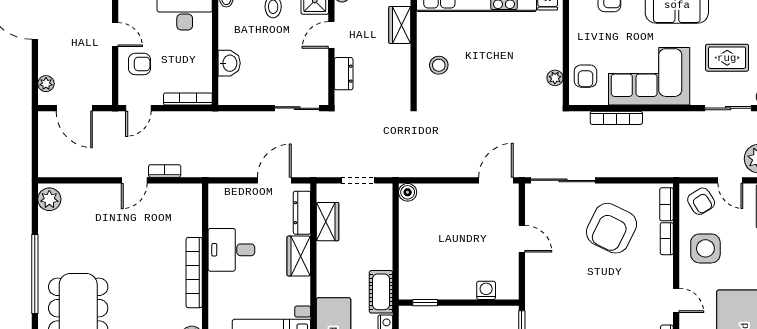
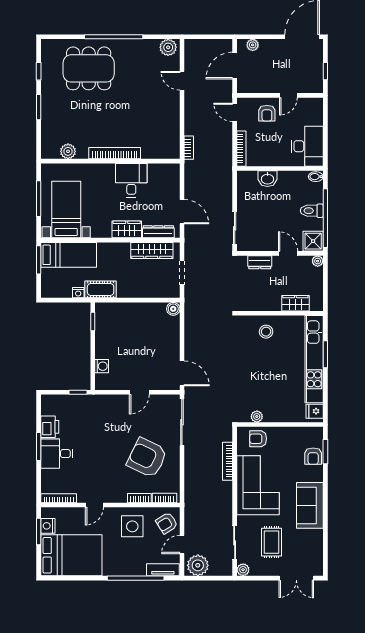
bookcase: (165, 171) -> (189, 148), moved
door: (134, 180) -> (182, 81), moved
wardrobe: (328, 222) -> (152, 250), width x1.50

